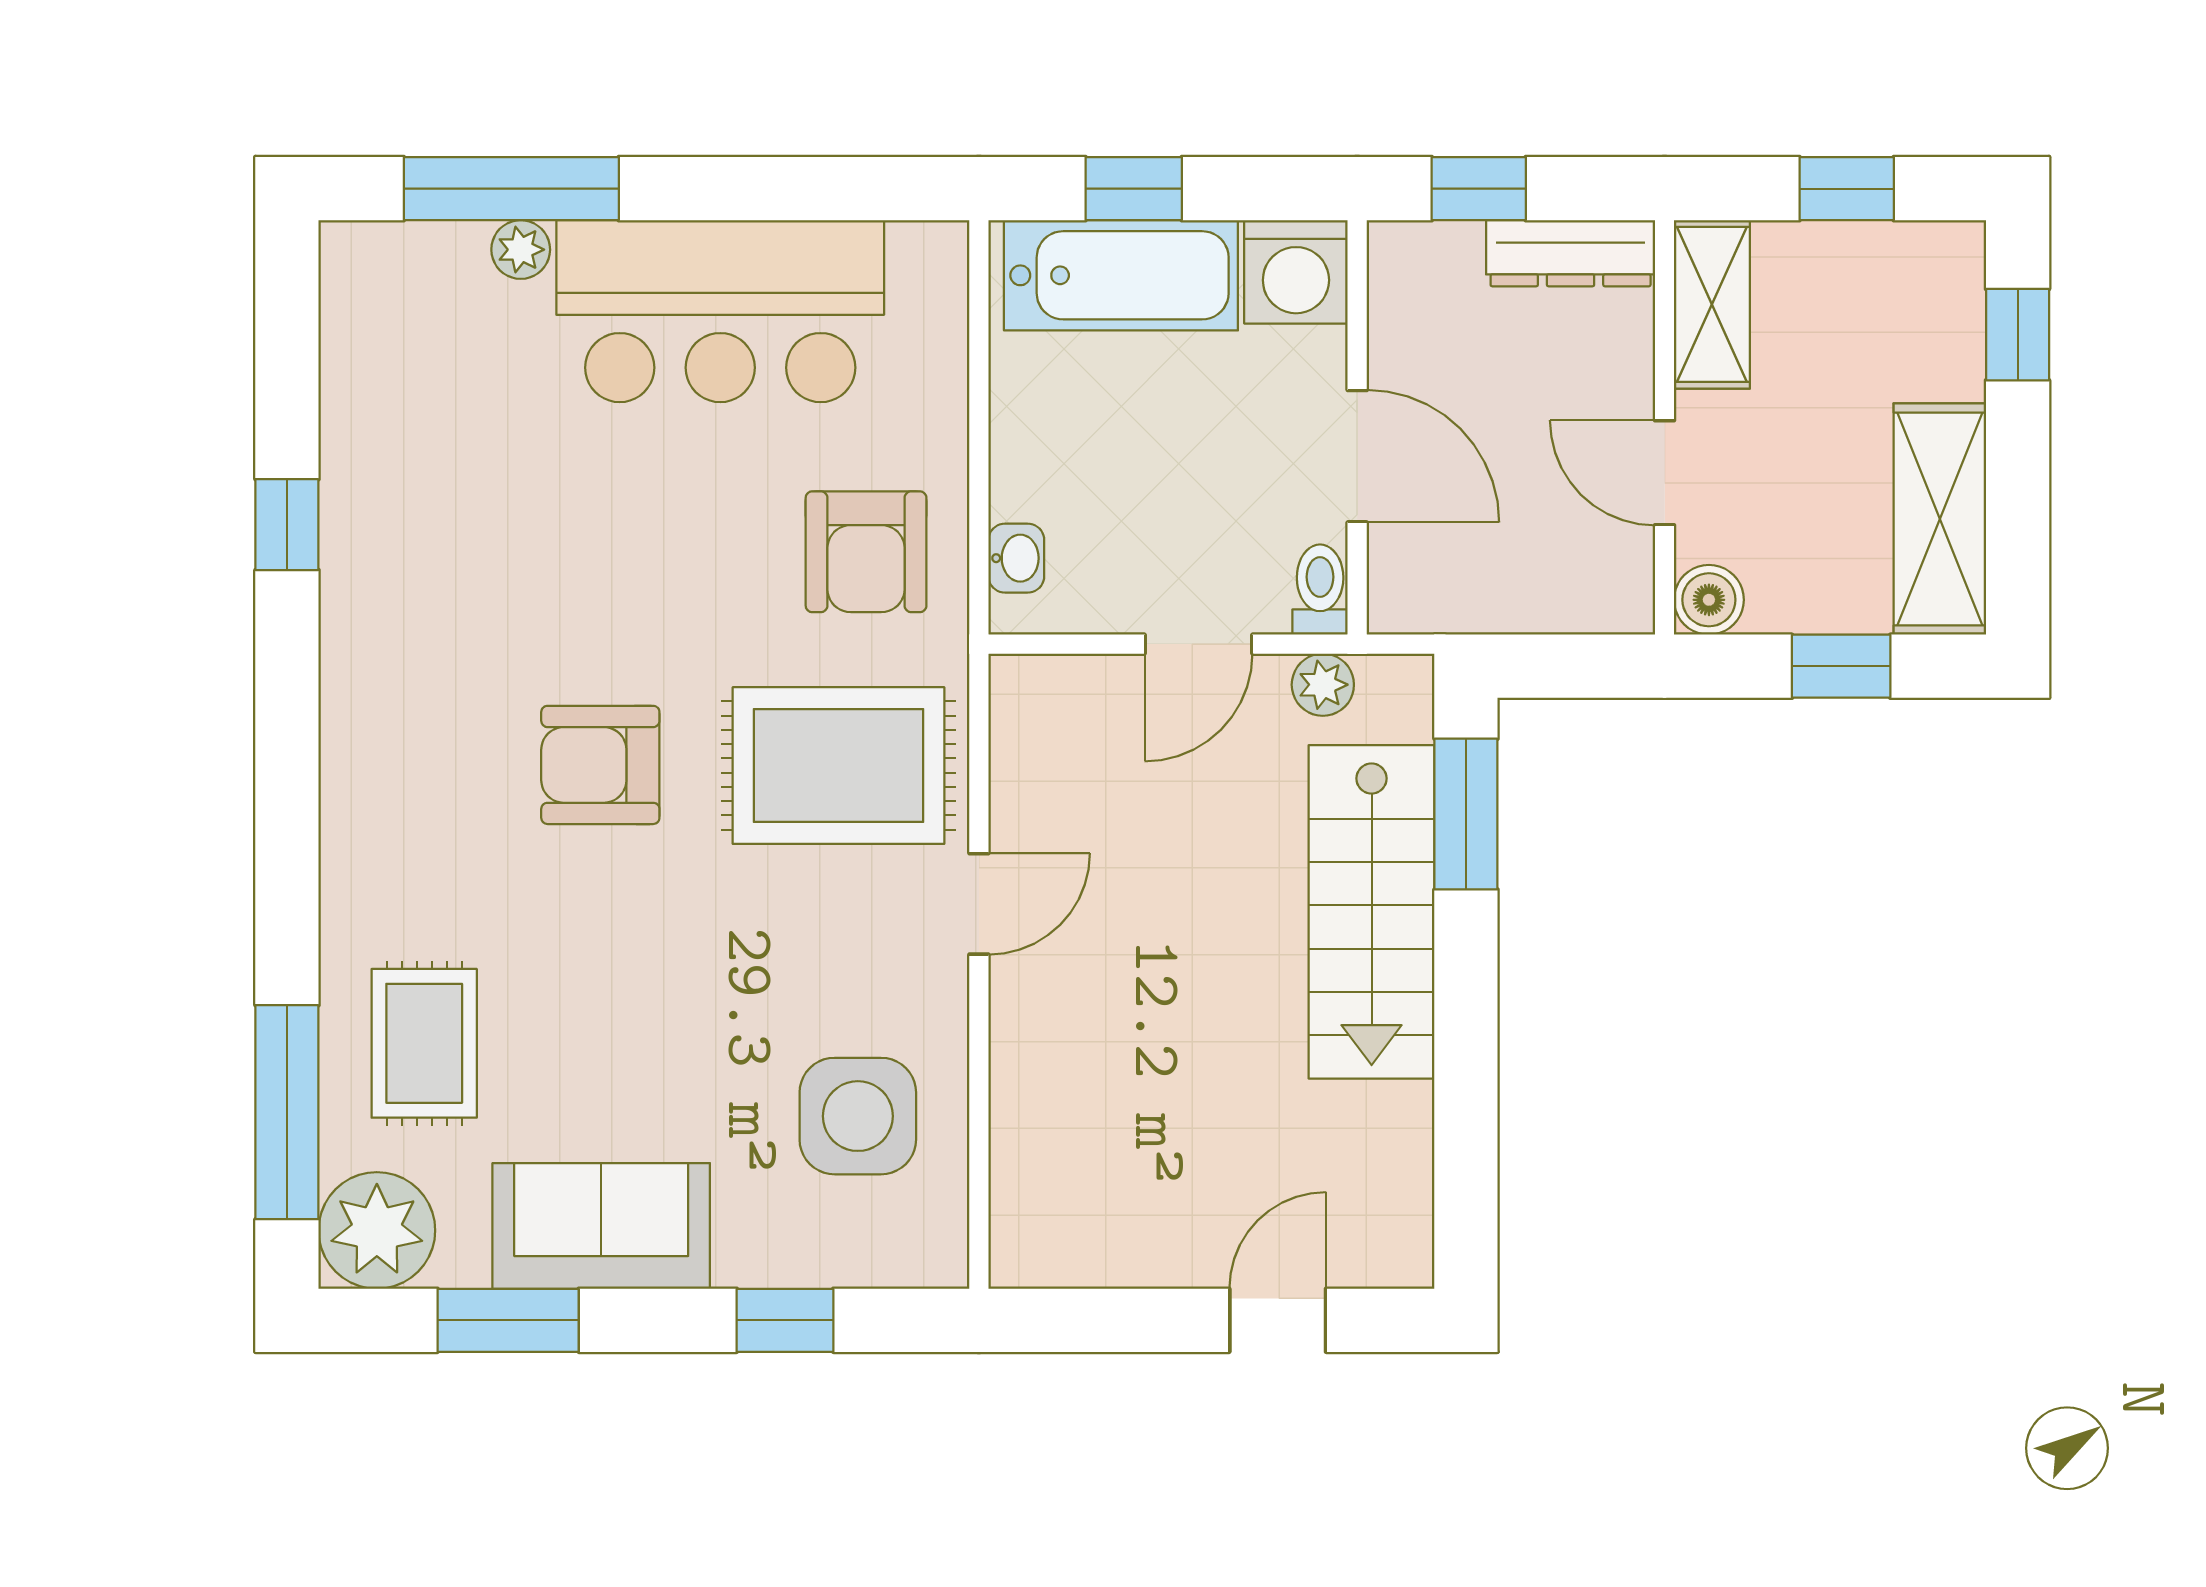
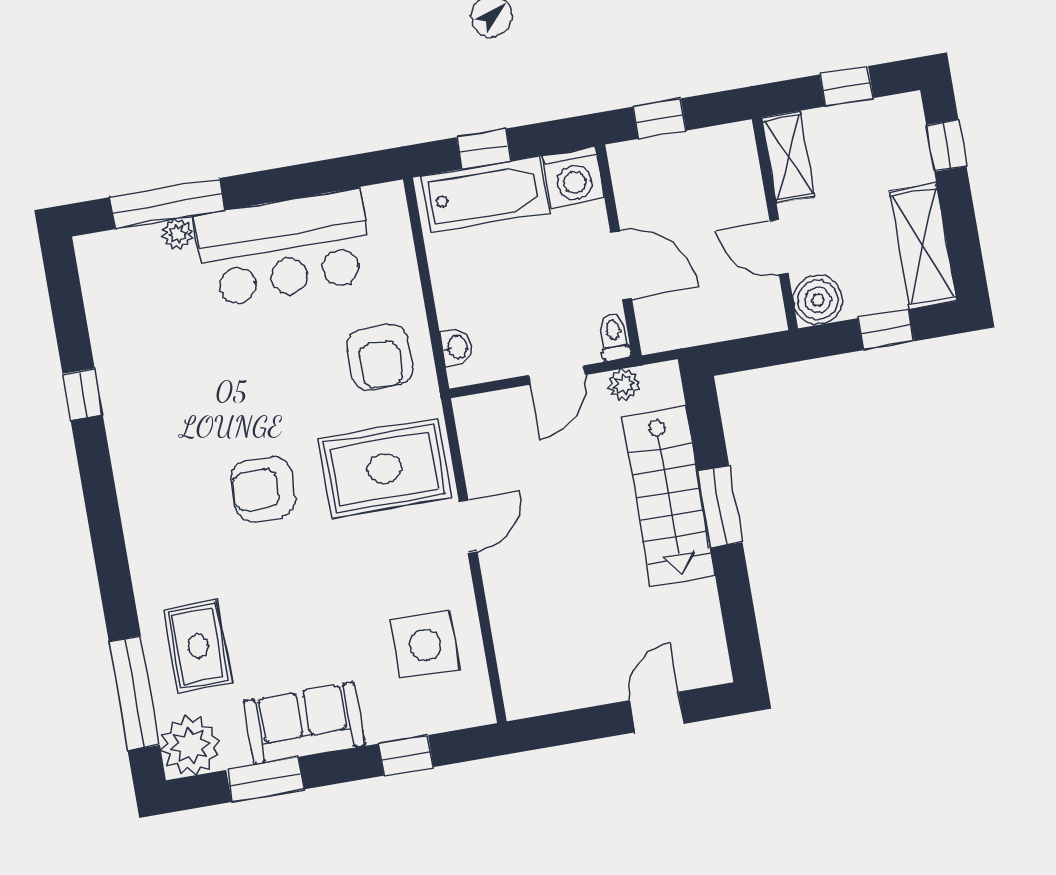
dresser: (1571, 253) -> (712, 143), removed
boiler: (1709, 600) -> (818, 300), width x1.36, depth x1.36
window: (1466, 814) -> (720, 507), moved

